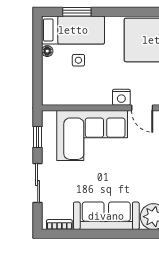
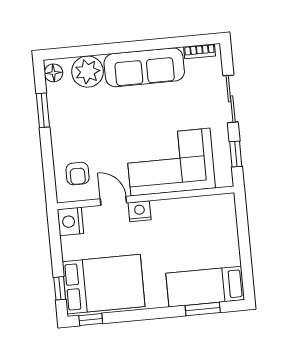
floor lamp: (47, 51) -> (234, 258), removed
side table: (78, 60) -> (195, 251), removed

